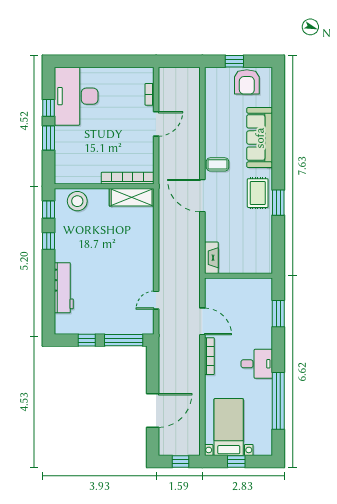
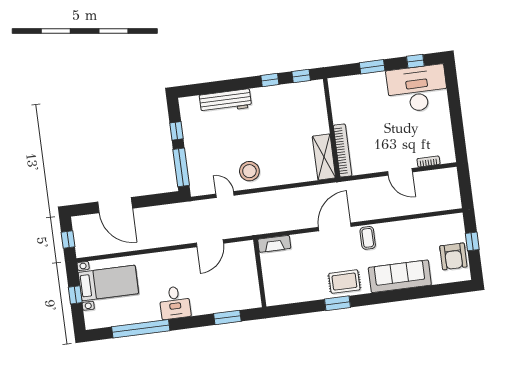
armchair: (247, 82) -> (453, 256), turned -90
window: (49, 108) -> (415, 61), moved
stool: (77, 201) -> (249, 171), moved
bookcase: (209, 356) -> (176, 254), removed

